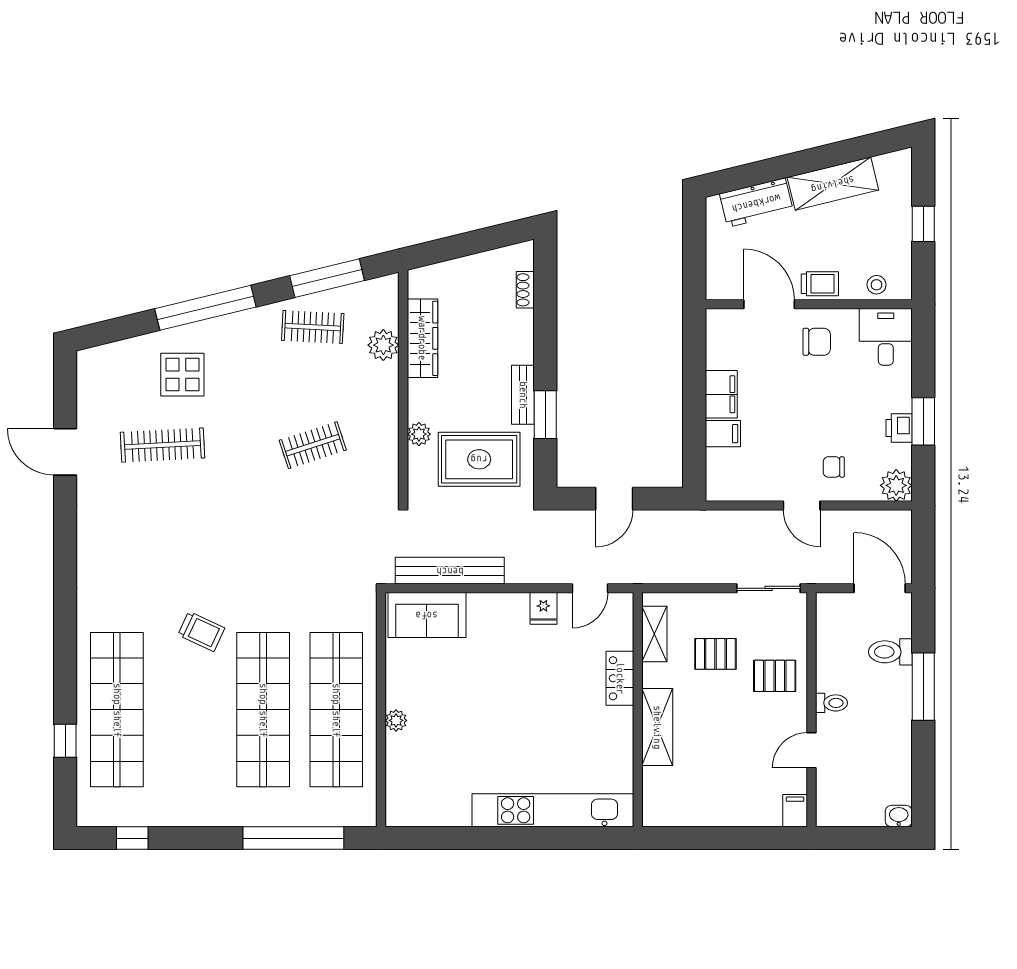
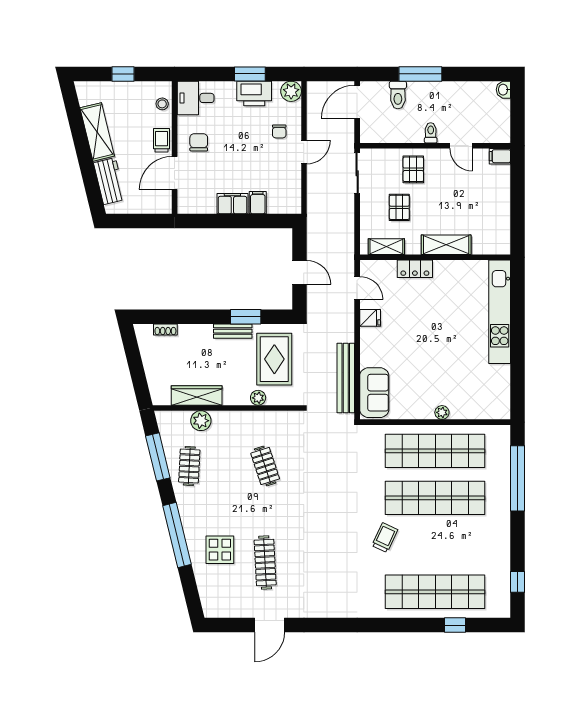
printer: (899, 428) -> (254, 93), width x1.87, depth x1.48

